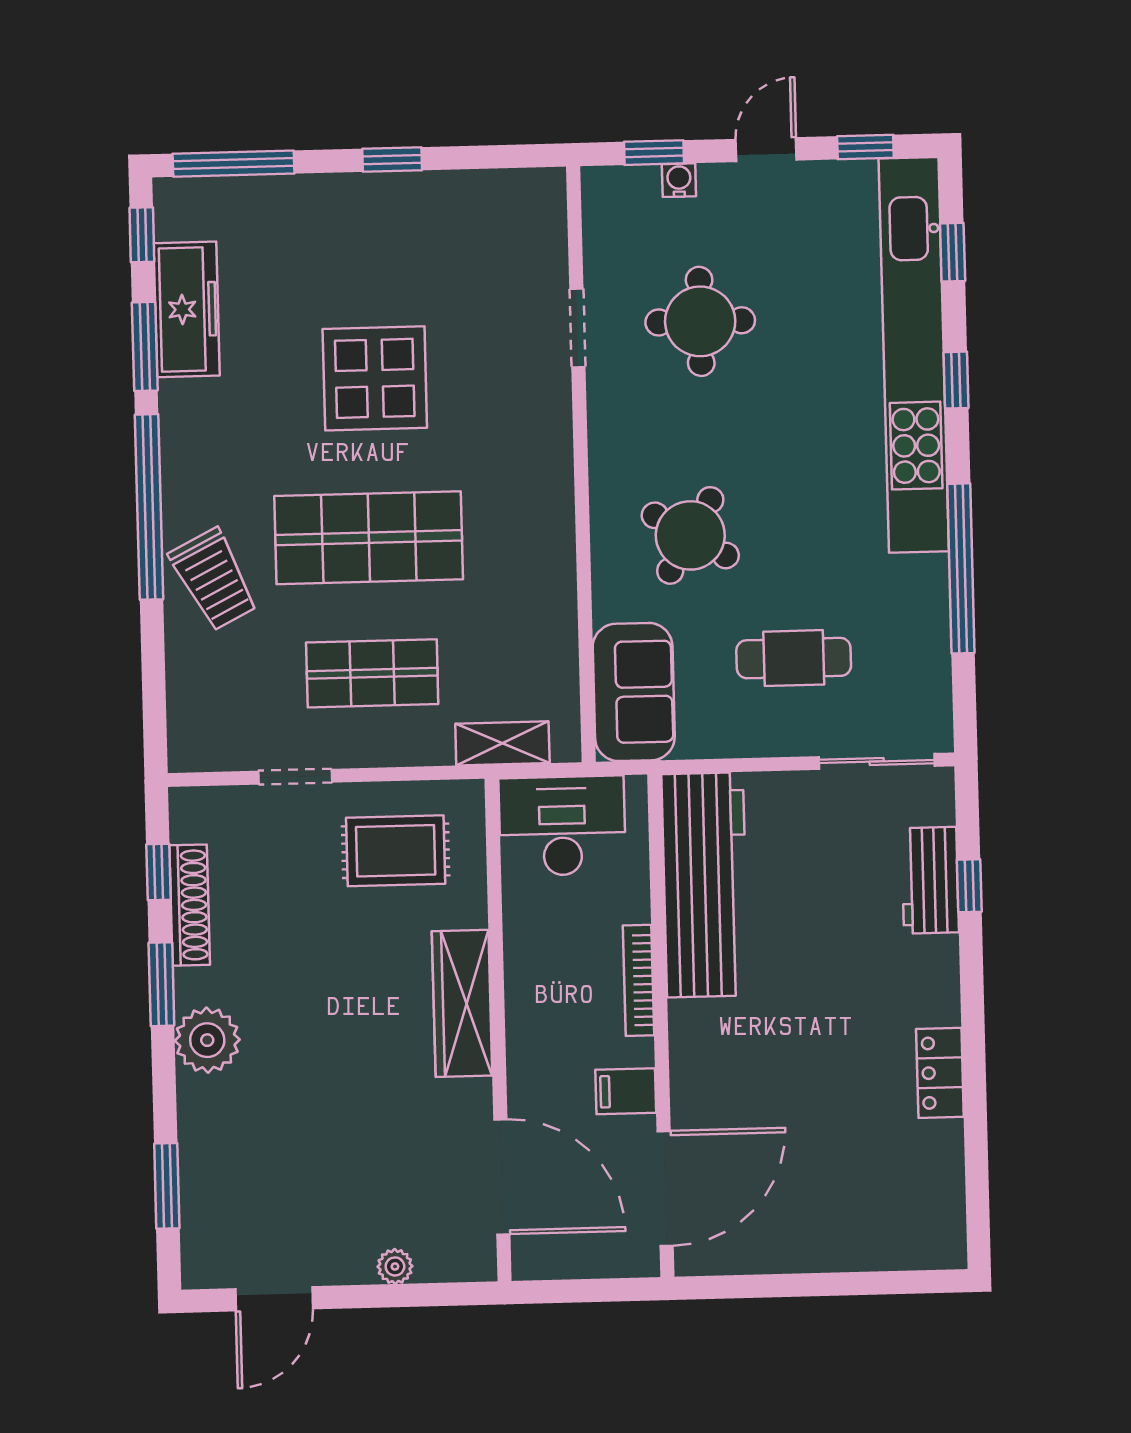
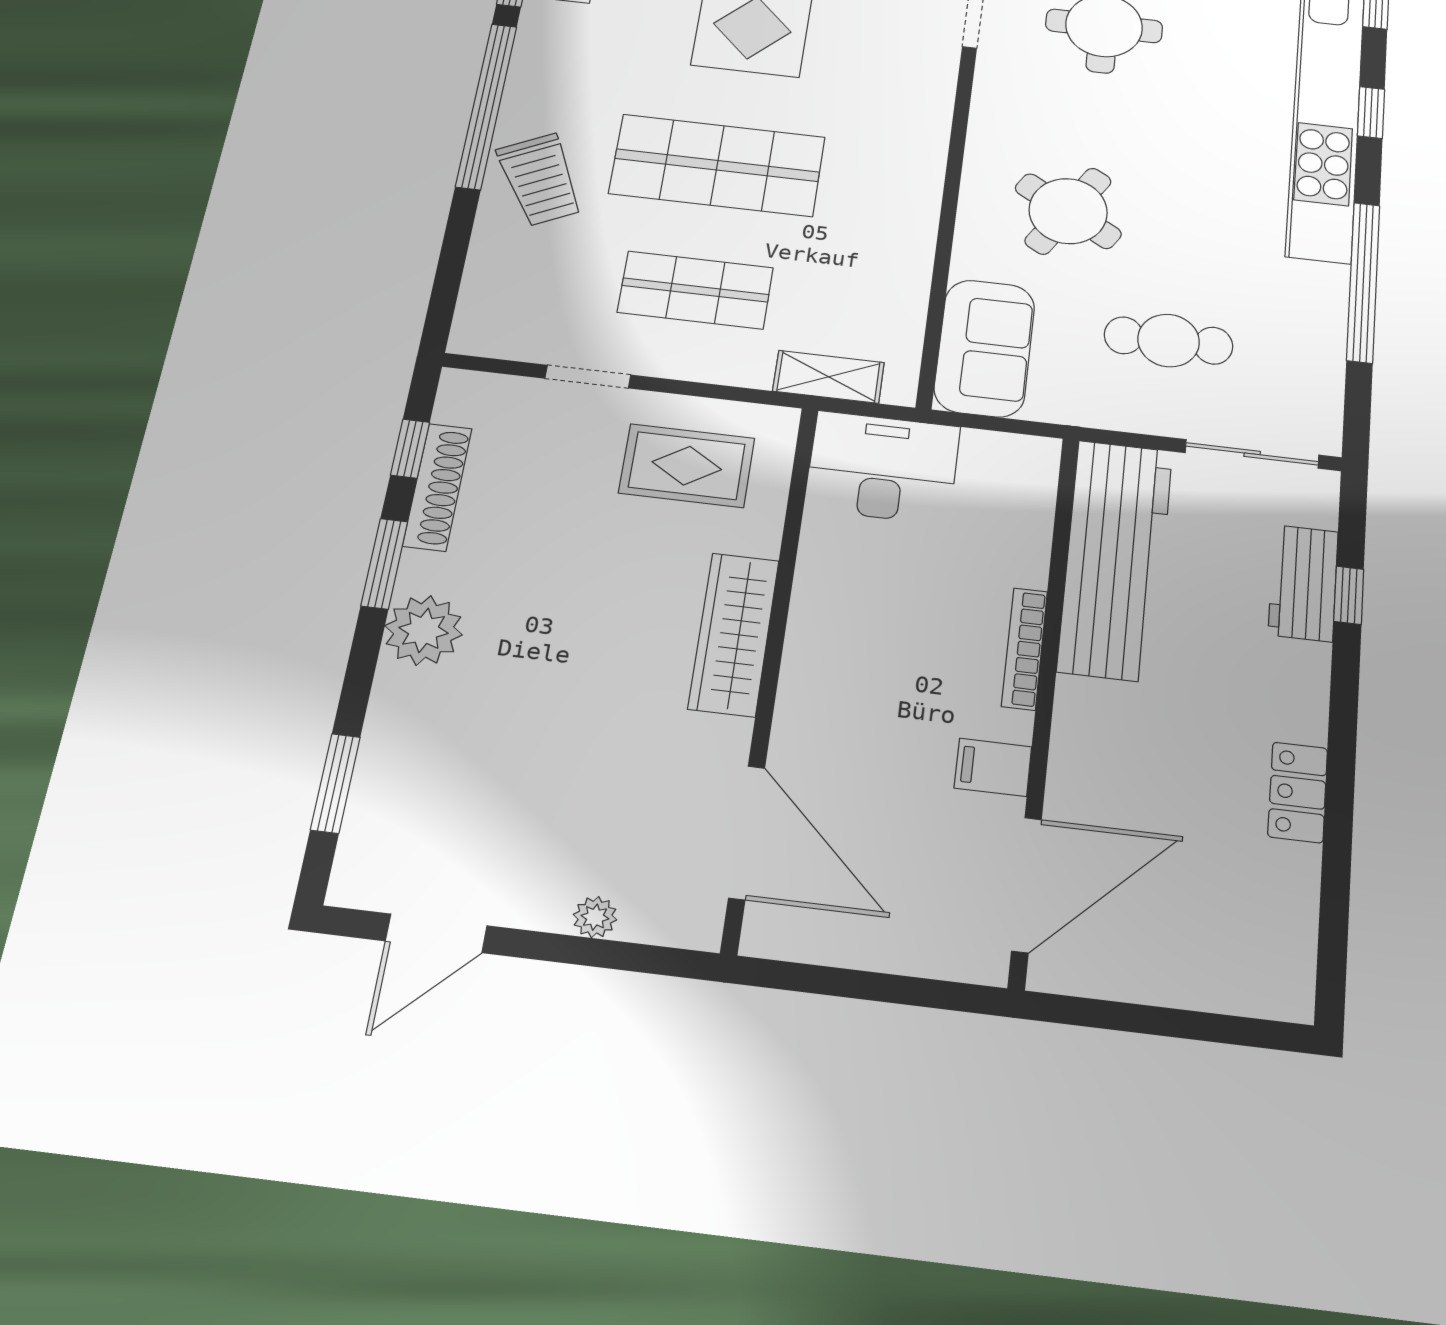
workbench: (705, 885) -> (1115, 560), moved
bookcase: (639, 980) -> (1025, 649), moved
wall: (661, 1026) -> (1045, 701), moved
filing cabinet: (626, 1091) -> (993, 767), moved
door: (665, 1188) -> (1027, 885), moved

